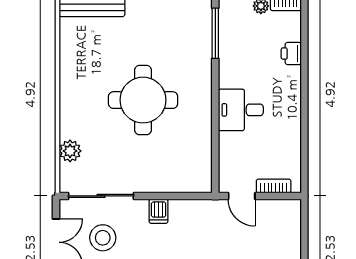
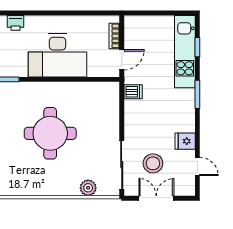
desk: (241, 110) -> (58, 55), width x1.87, depth x1.30
dishwasher: (159, 211) -> (133, 92), moved

